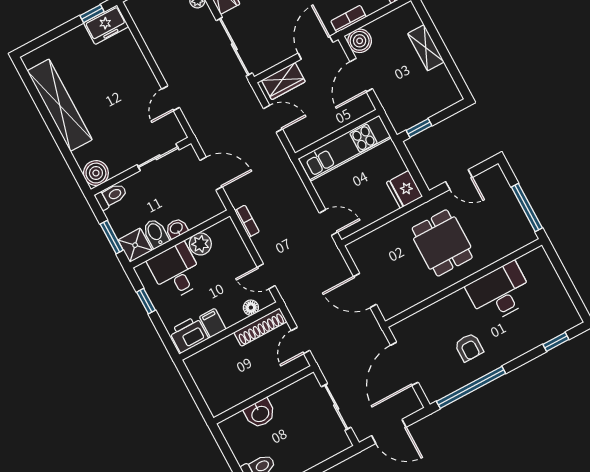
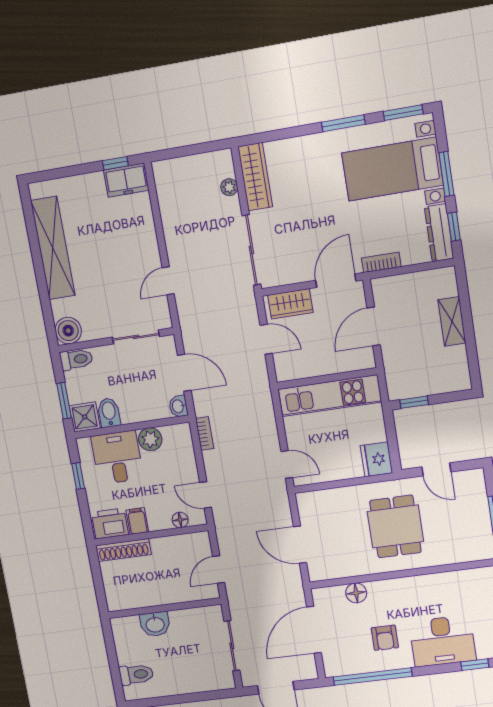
boiler: (360, 41) -> (385, 290), removed
washbasin: (177, 228) -> (178, 406), moved, turned -90
desk: (500, 293) -> (442, 641), moved, turned 180
floor lamp: (429, 316) -> (356, 593), added
shoe rack: (260, 327) -> (123, 550), moved

